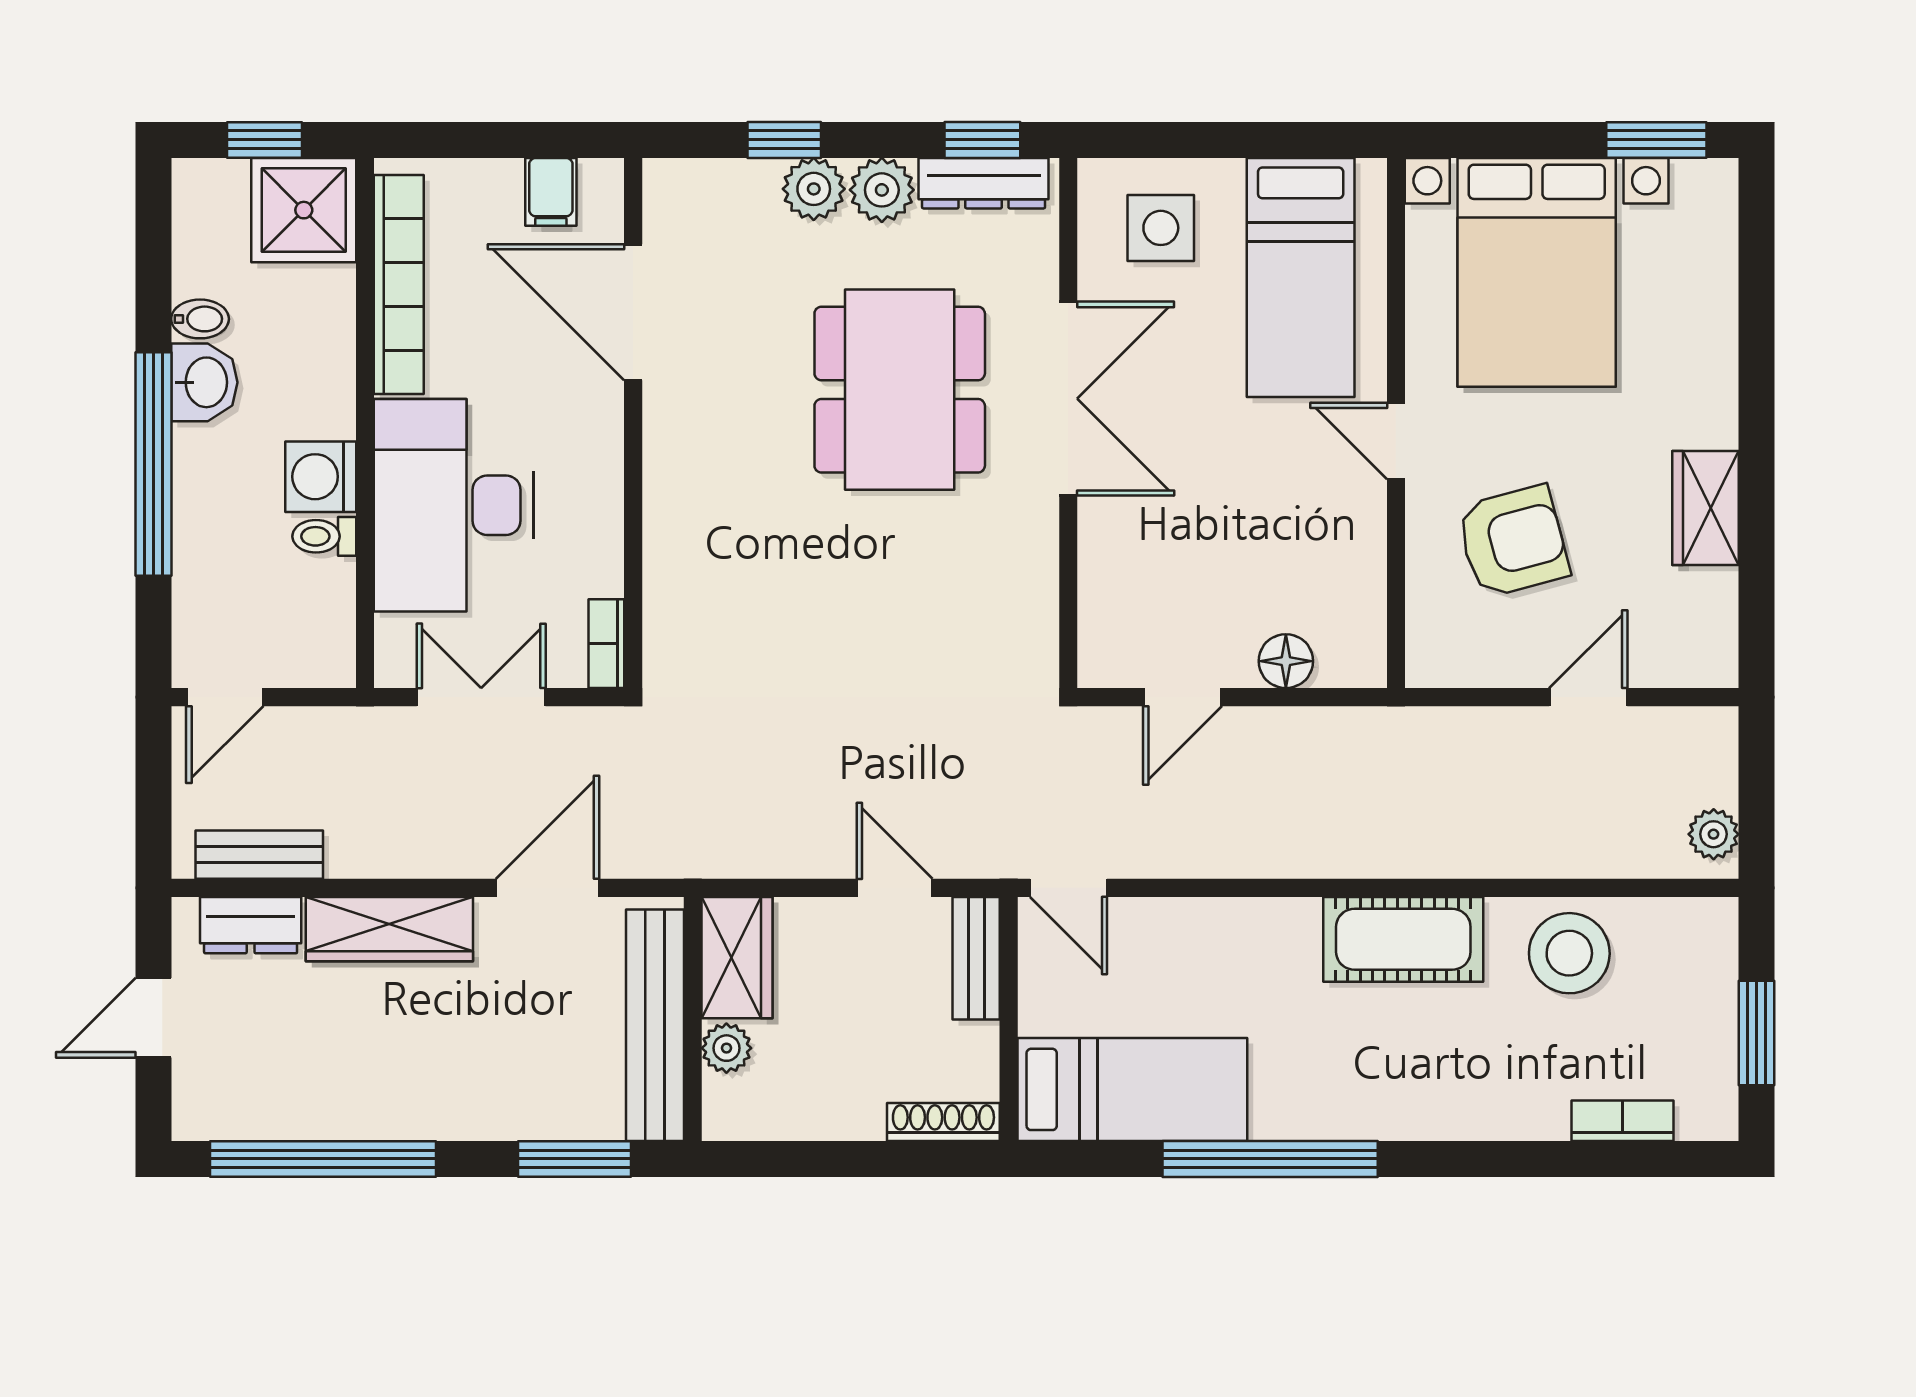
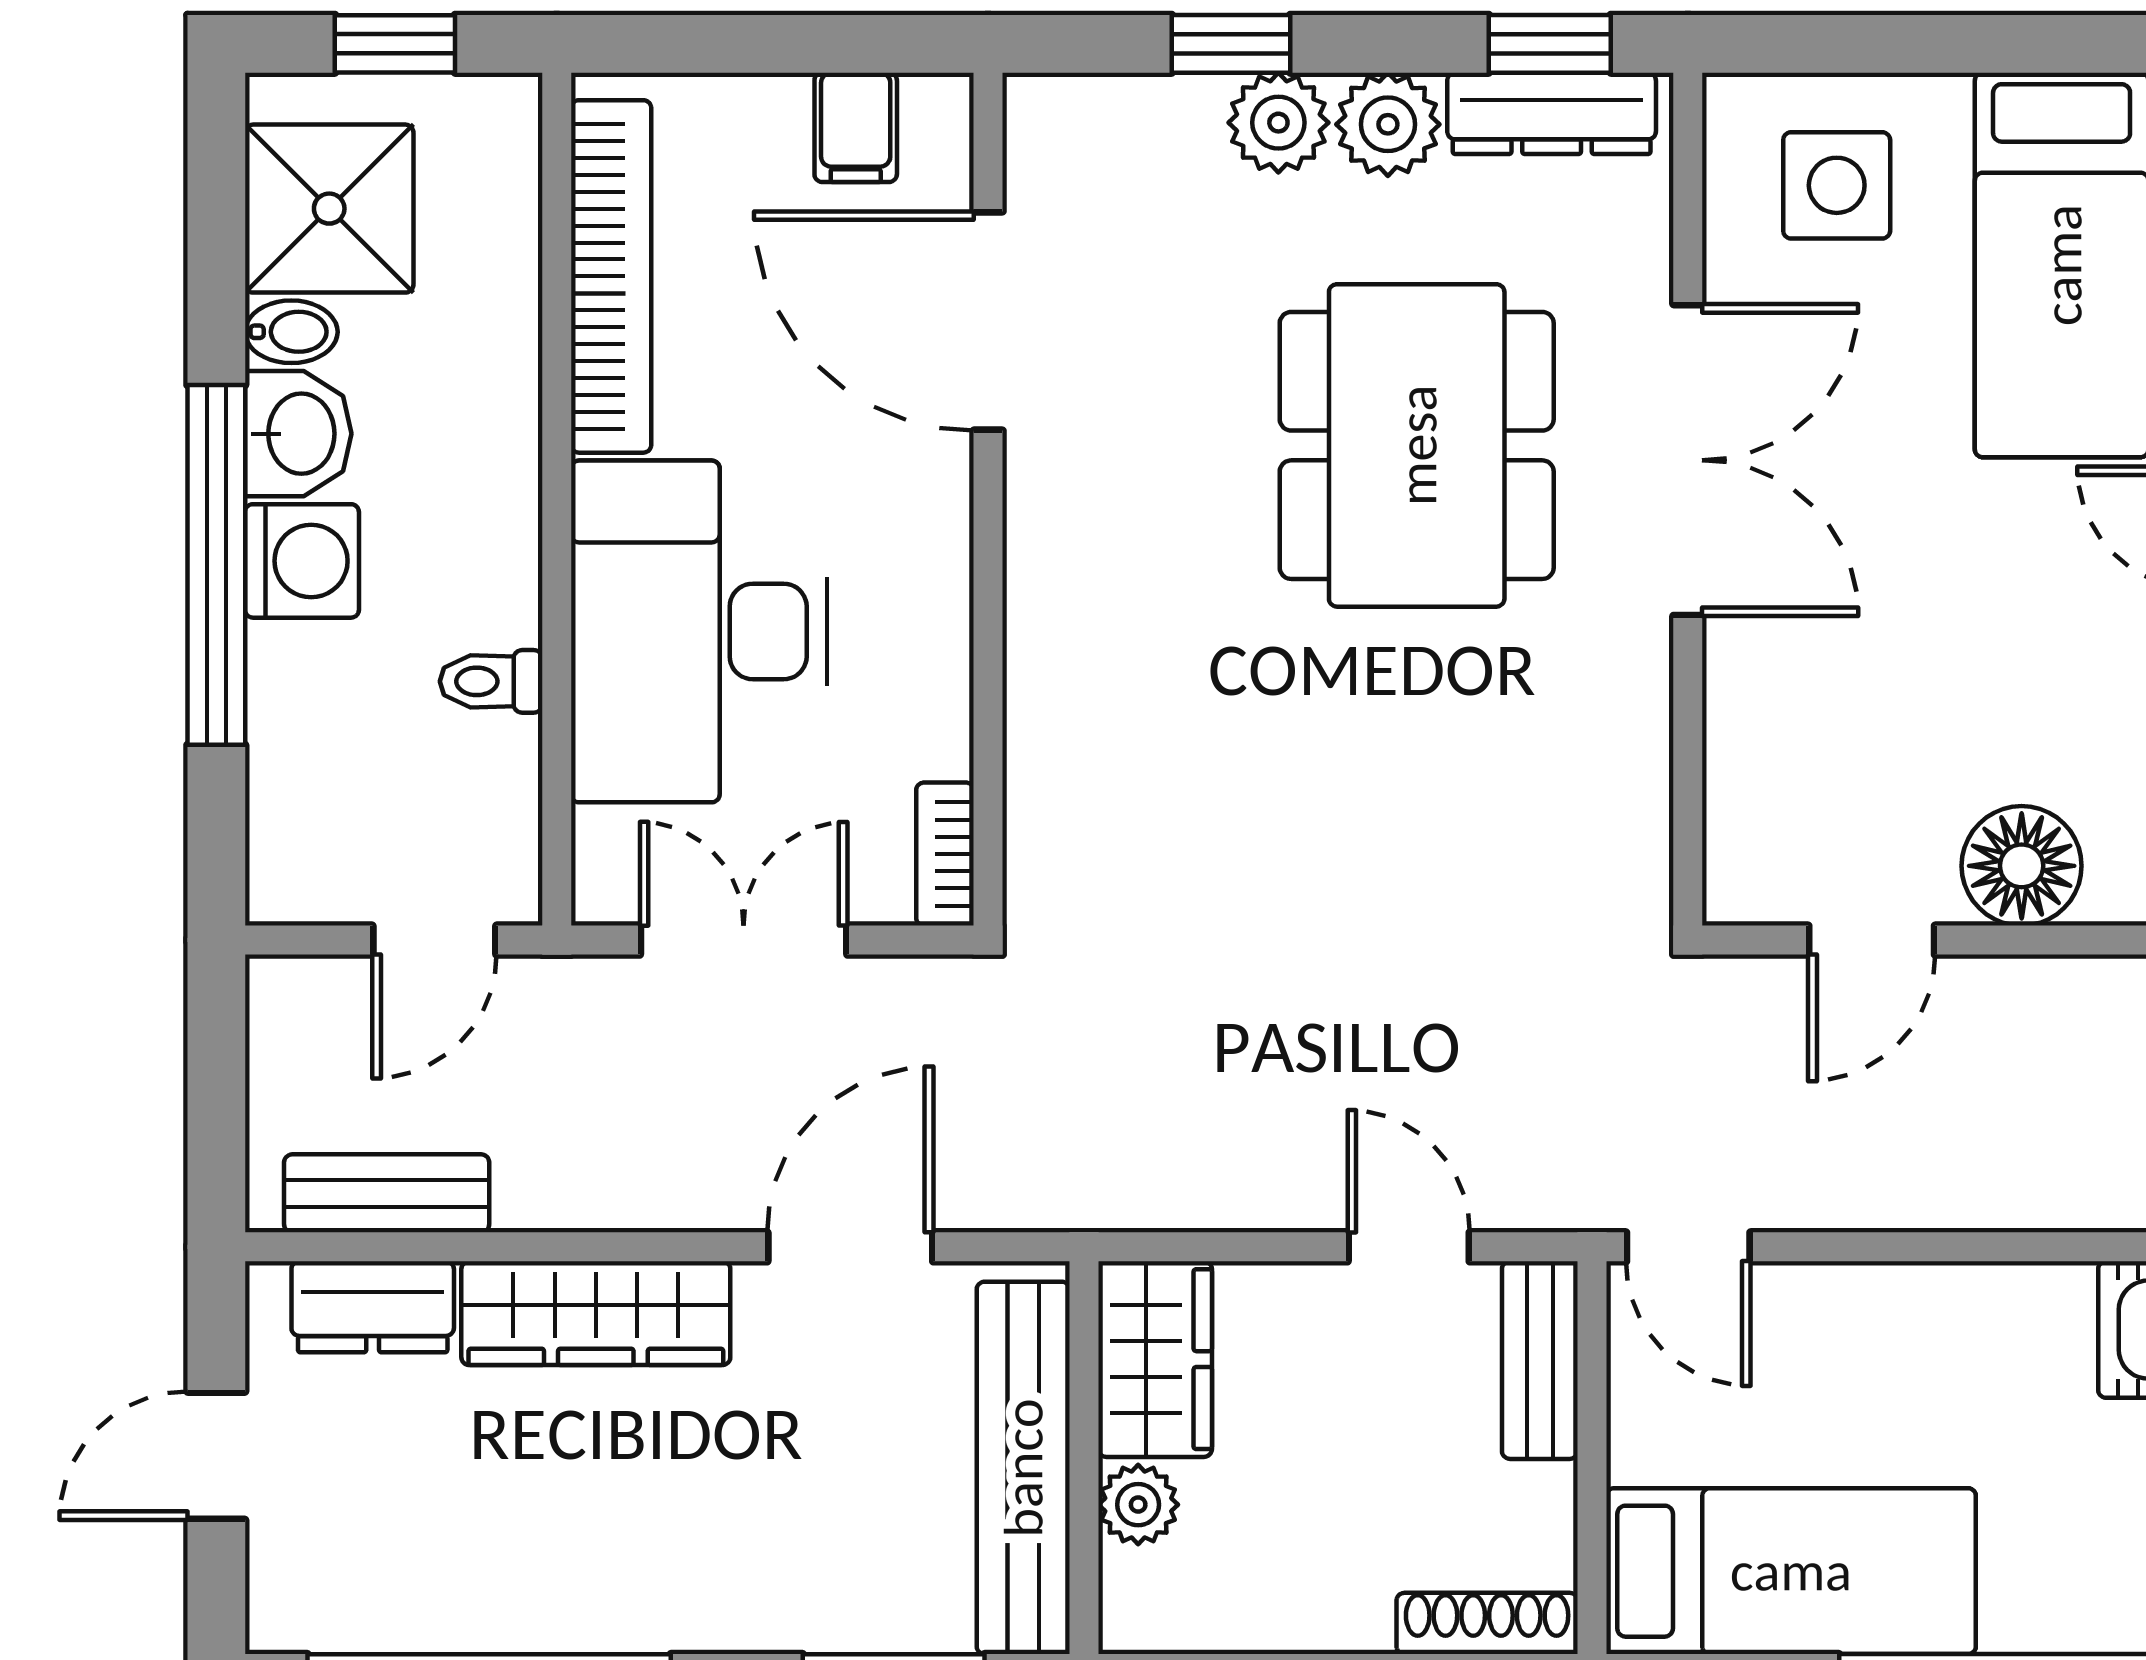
shower: (304, 210) -> (329, 209), moved
washing machine: (321, 477) -> (302, 561), moved, turned 180
floor lamp: (1286, 661) -> (2022, 866), width x1.38, depth x1.38
door: (225, 697) -> (434, 940), moved

